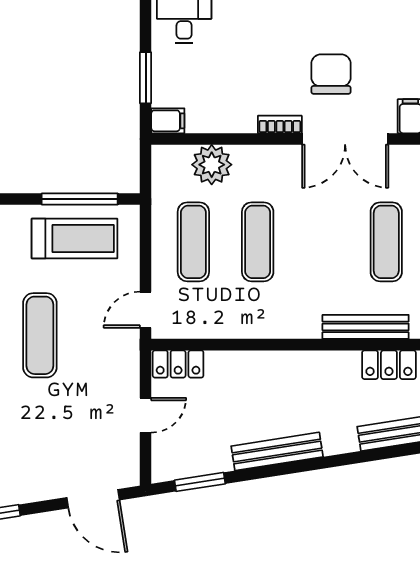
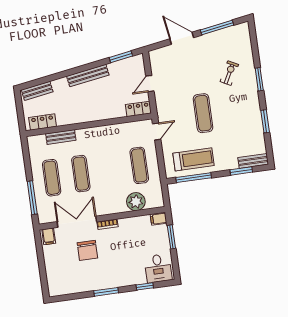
treadmill: (75, 238) -> (193, 159), turned 180
exercise mat: (258, 242) -> (81, 174), moved
bench: (366, 327) -> (61, 137), width x0.73
door: (93, 499) -> (182, 38), moved

